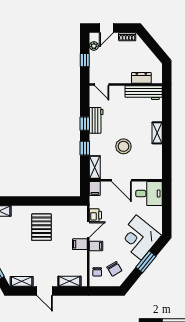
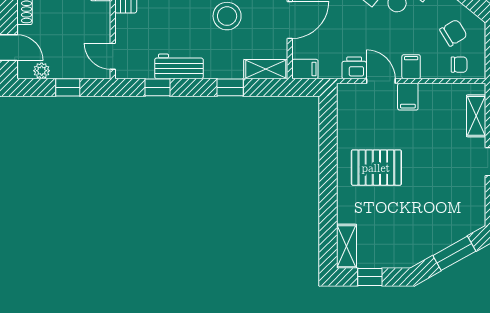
door: (102, 85) -> (113, 56), swing flipped
window: (85, 124) -> (158, 87), moved
shelving: (22, 281) -> (476, 204), removed

